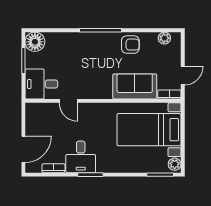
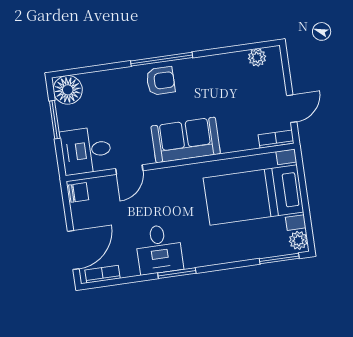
armchair: (130, 45) -> (160, 81), moved
sofa: (135, 86) -> (186, 140), moved
door: (68, 101) -> (129, 170), hinge flipped
chair: (32, 111) -> (79, 192), added
bookcase: (53, 168) -> (103, 274), moved

